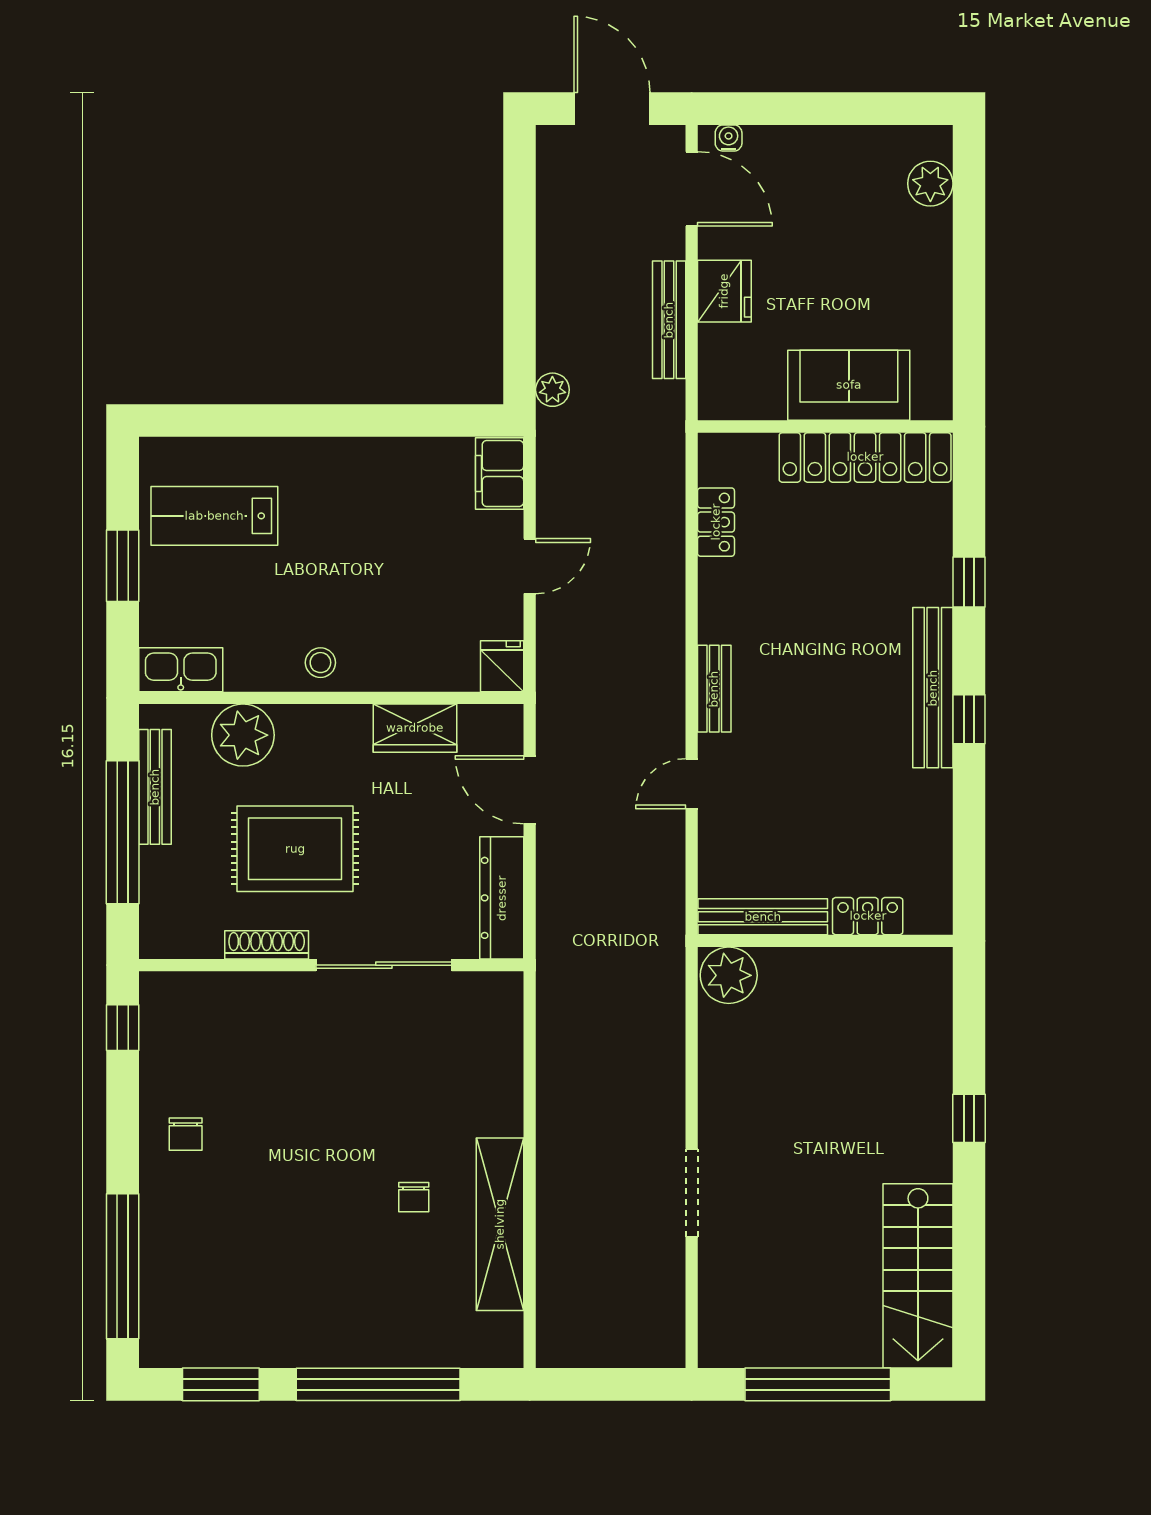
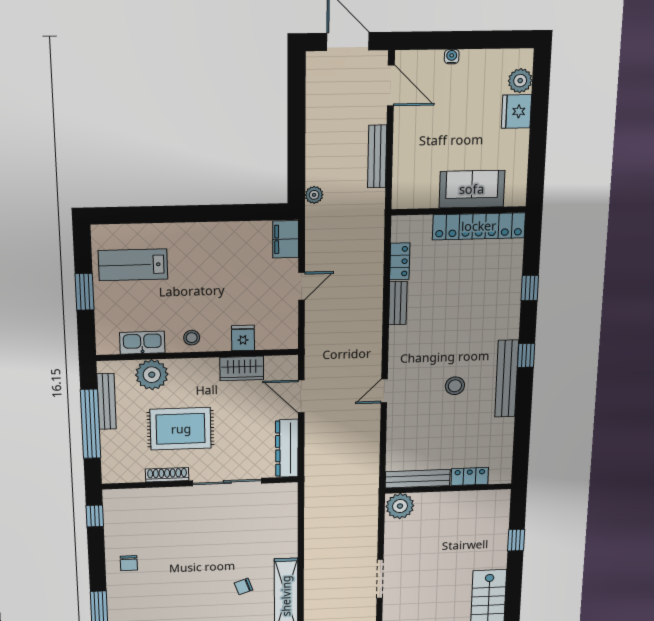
water cooler: (729, 138) -> (452, 57), moved
fridge: (724, 291) -> (516, 111), moved, turned 180
fridge: (502, 666) -> (243, 338), moved
kitchen sink: (181, 670) -> (142, 343), moved
bench: (933, 688) -> (507, 379), moved
bench: (714, 689) -> (398, 303), moved
stool: (831, 778) -> (455, 386), added
locker: (868, 916) -> (470, 476), moved
bench: (763, 917) -> (418, 479), moved
wall: (825, 941) -> (448, 489), moved
plant: (729, 975) -> (400, 506), moved
chair: (414, 1197) -> (244, 586), turned 71

